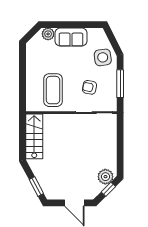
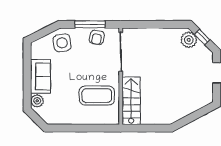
armchair: (89, 87) -> (97, 37), moved
stairs: (34, 136) -> (131, 101), moved, turned 90
window: (36, 186) -> (199, 113), removed

